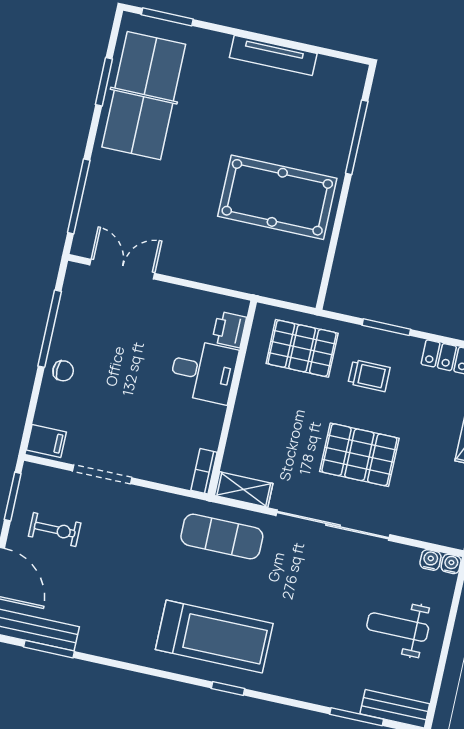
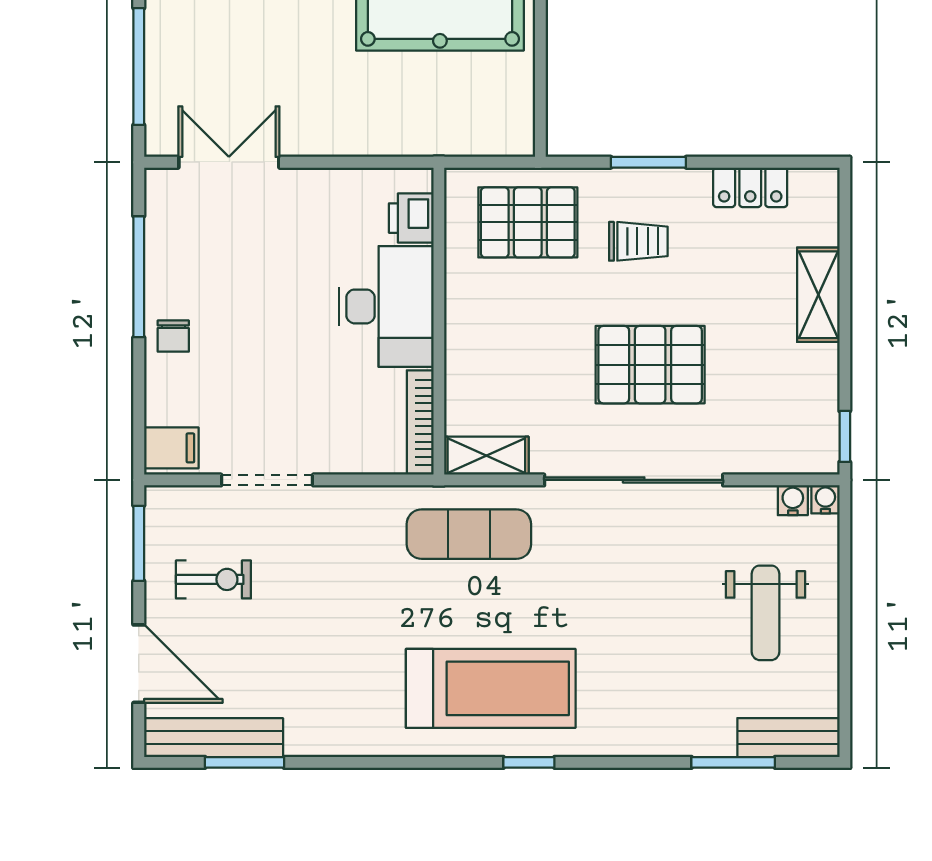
chair: (63, 371) -> (173, 336), turned 90
desk: (203, 371) -> (386, 306), width x1.37
bookcase: (204, 471) -> (420, 423), width x1.56
weight bench: (398, 627) -> (766, 613), turned -90

